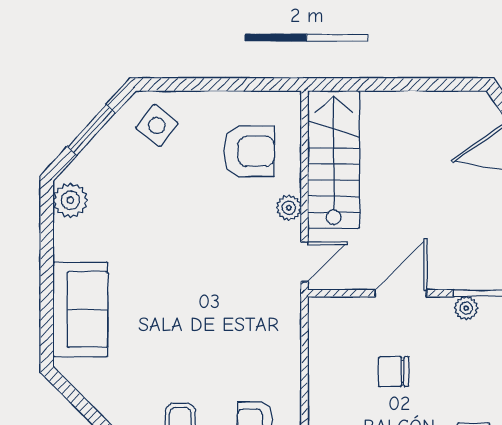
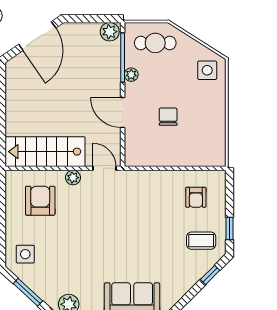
side table: (157, 125) -> (25, 254), turned -38
chair: (394, 372) -> (168, 117), turned 180

